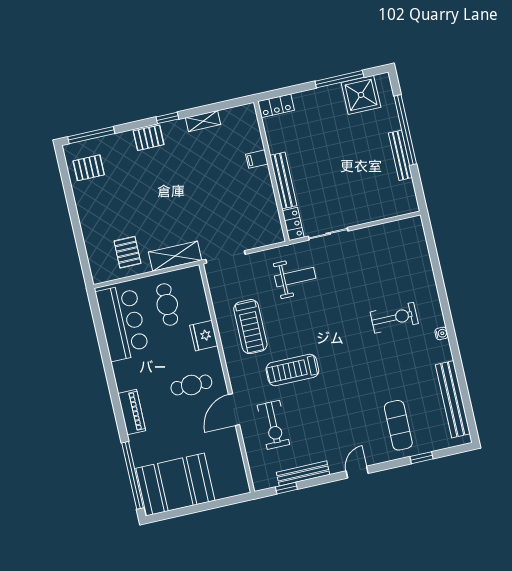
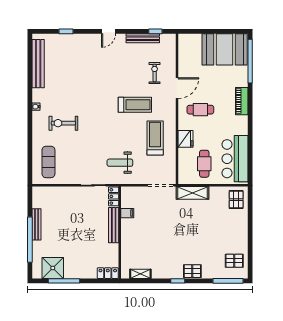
shelving: (203, 121) -> (140, 274), moved
filing cabinet: (257, 159) -> (127, 213), moved
pallet: (127, 252) -> (236, 200), moved
exercise bike: (273, 425) -> (155, 73), width x0.73, depth x0.72
exercise mat: (398, 425) -> (48, 162), moved

